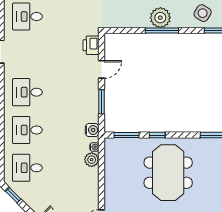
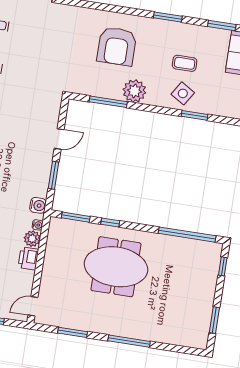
window: (162, 31) -> (108, 102), moved
printer: (91, 45) -> (28, 258), moved
meeting table: (168, 173) -> (116, 267), turned 90

